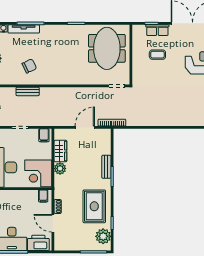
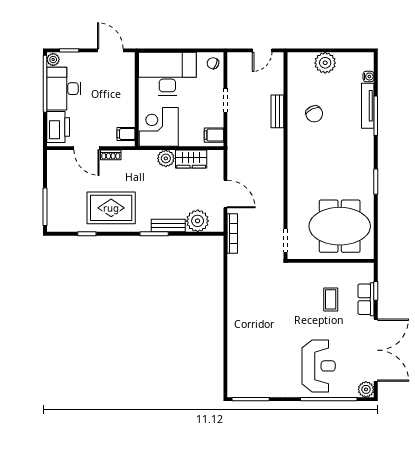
door: (53, 223) -> (87, 148), swing flipped
plant: (103, 236) -> (198, 221), moved

